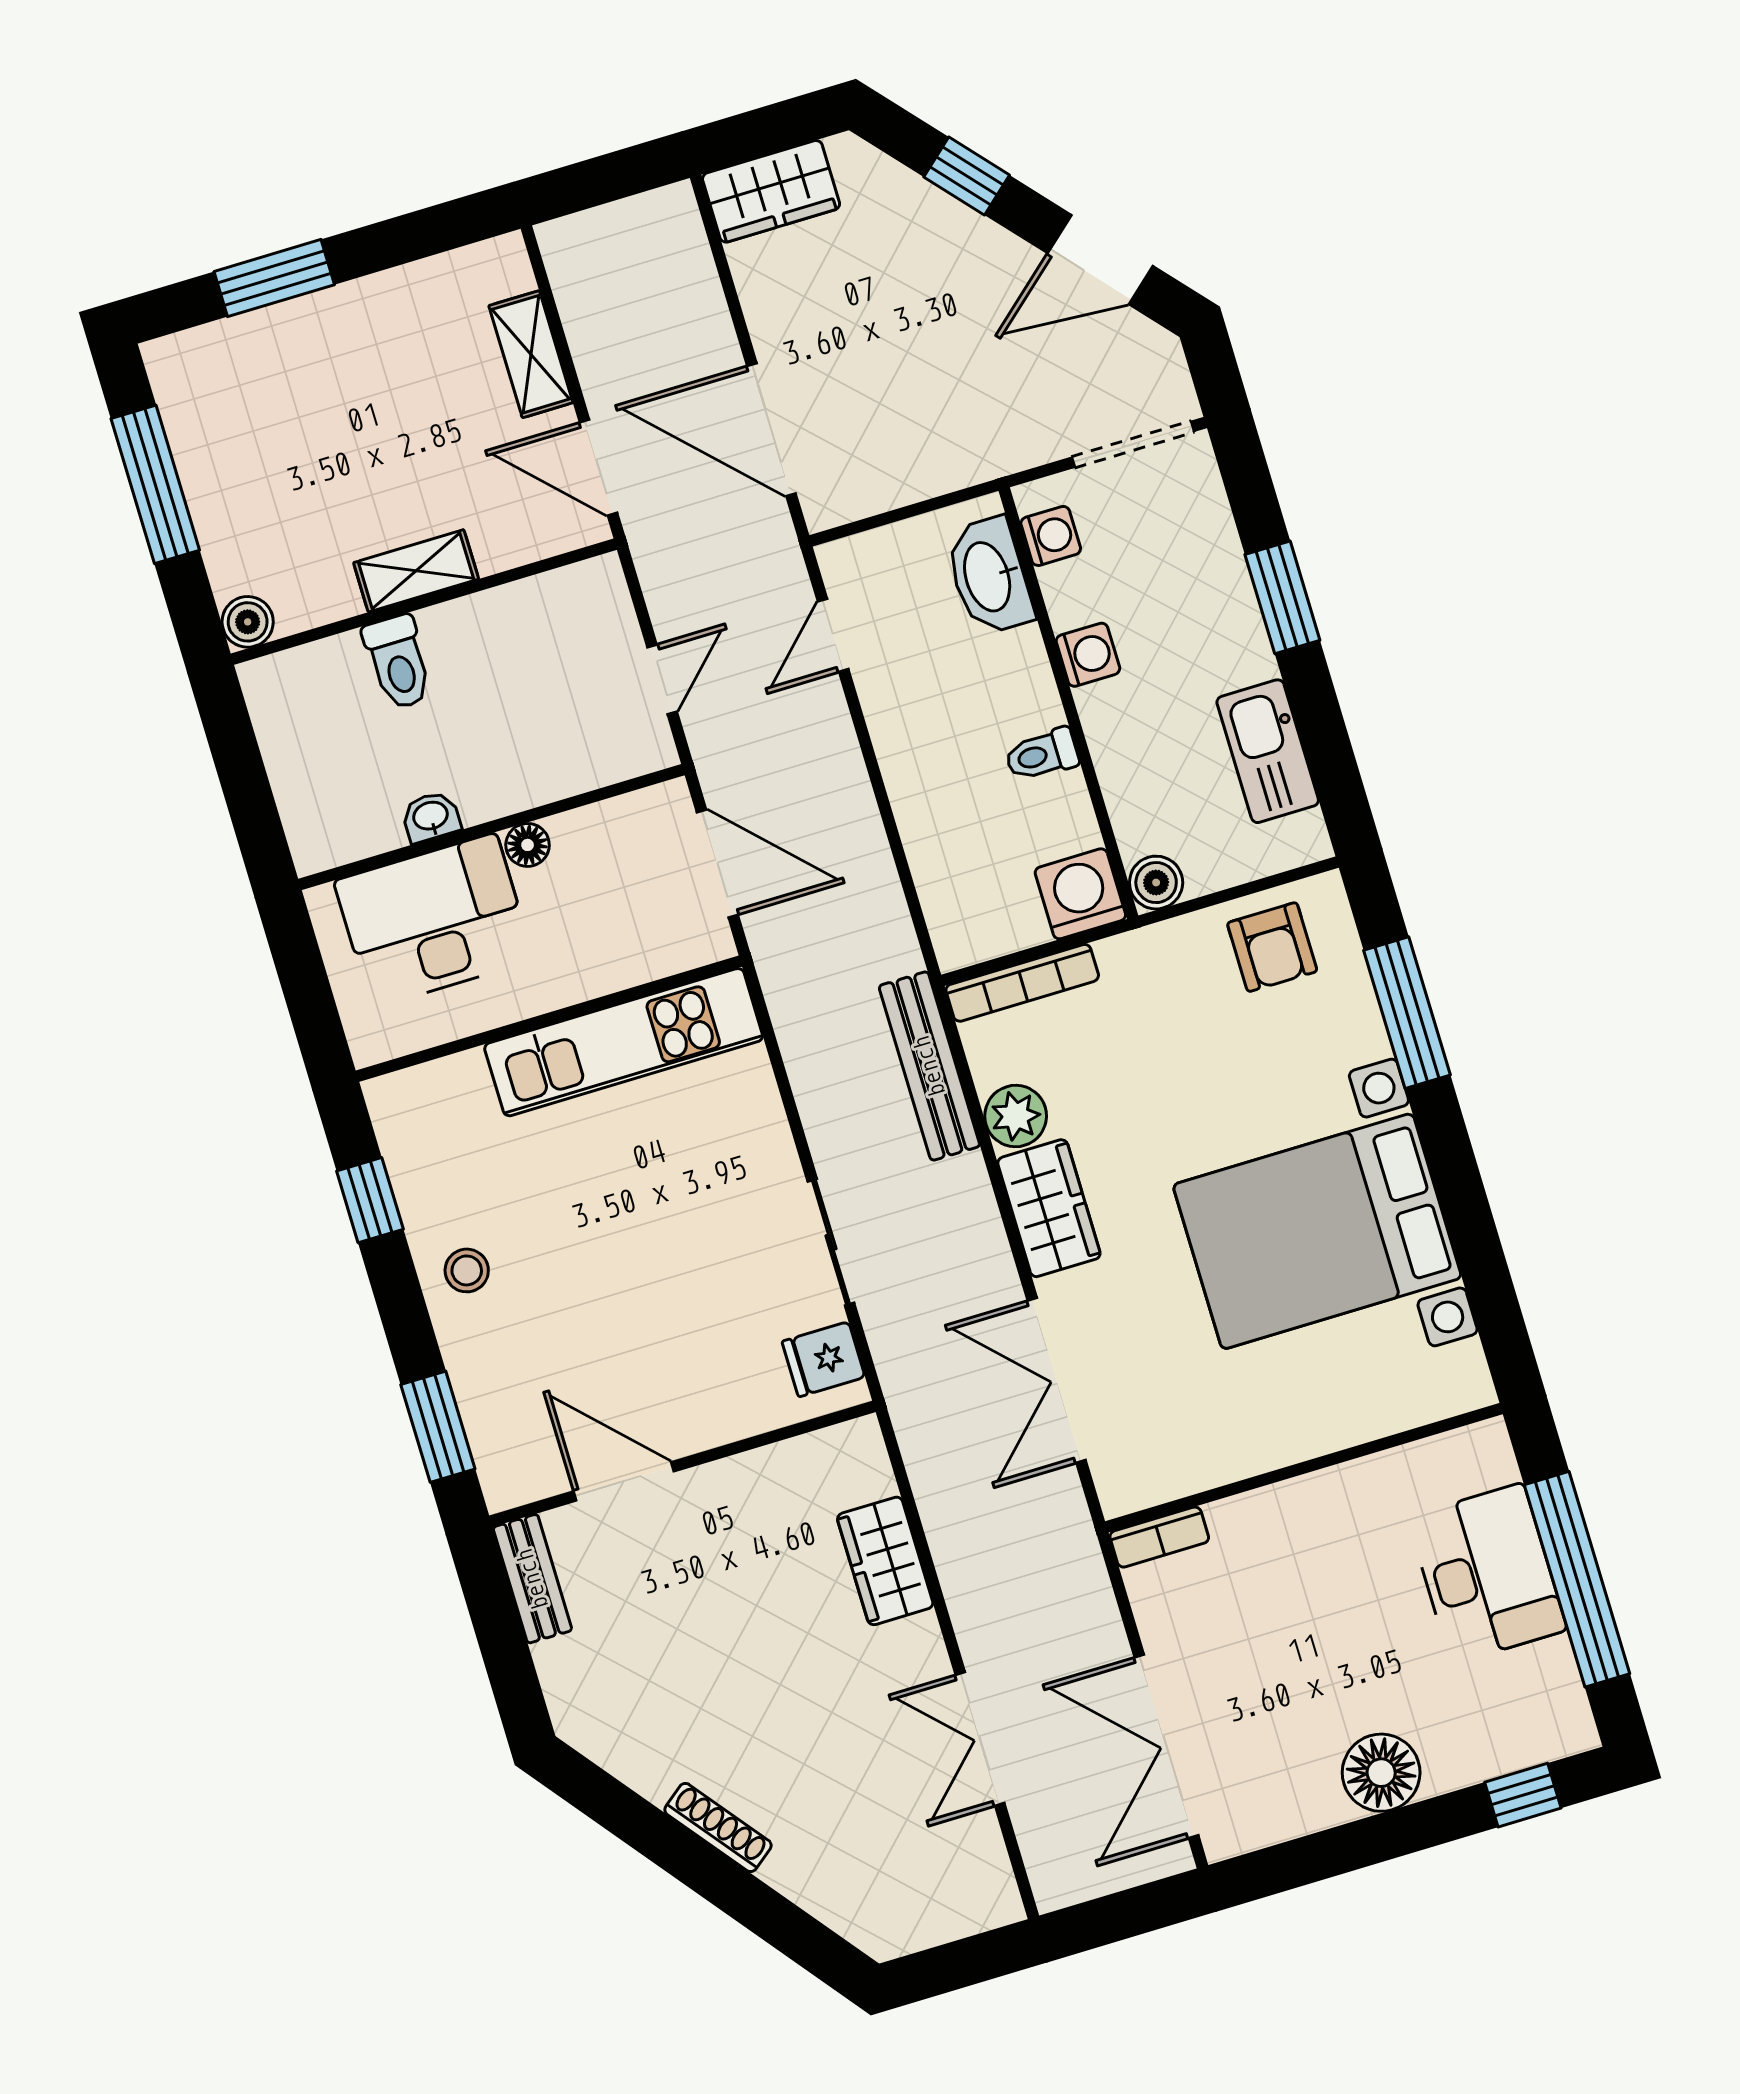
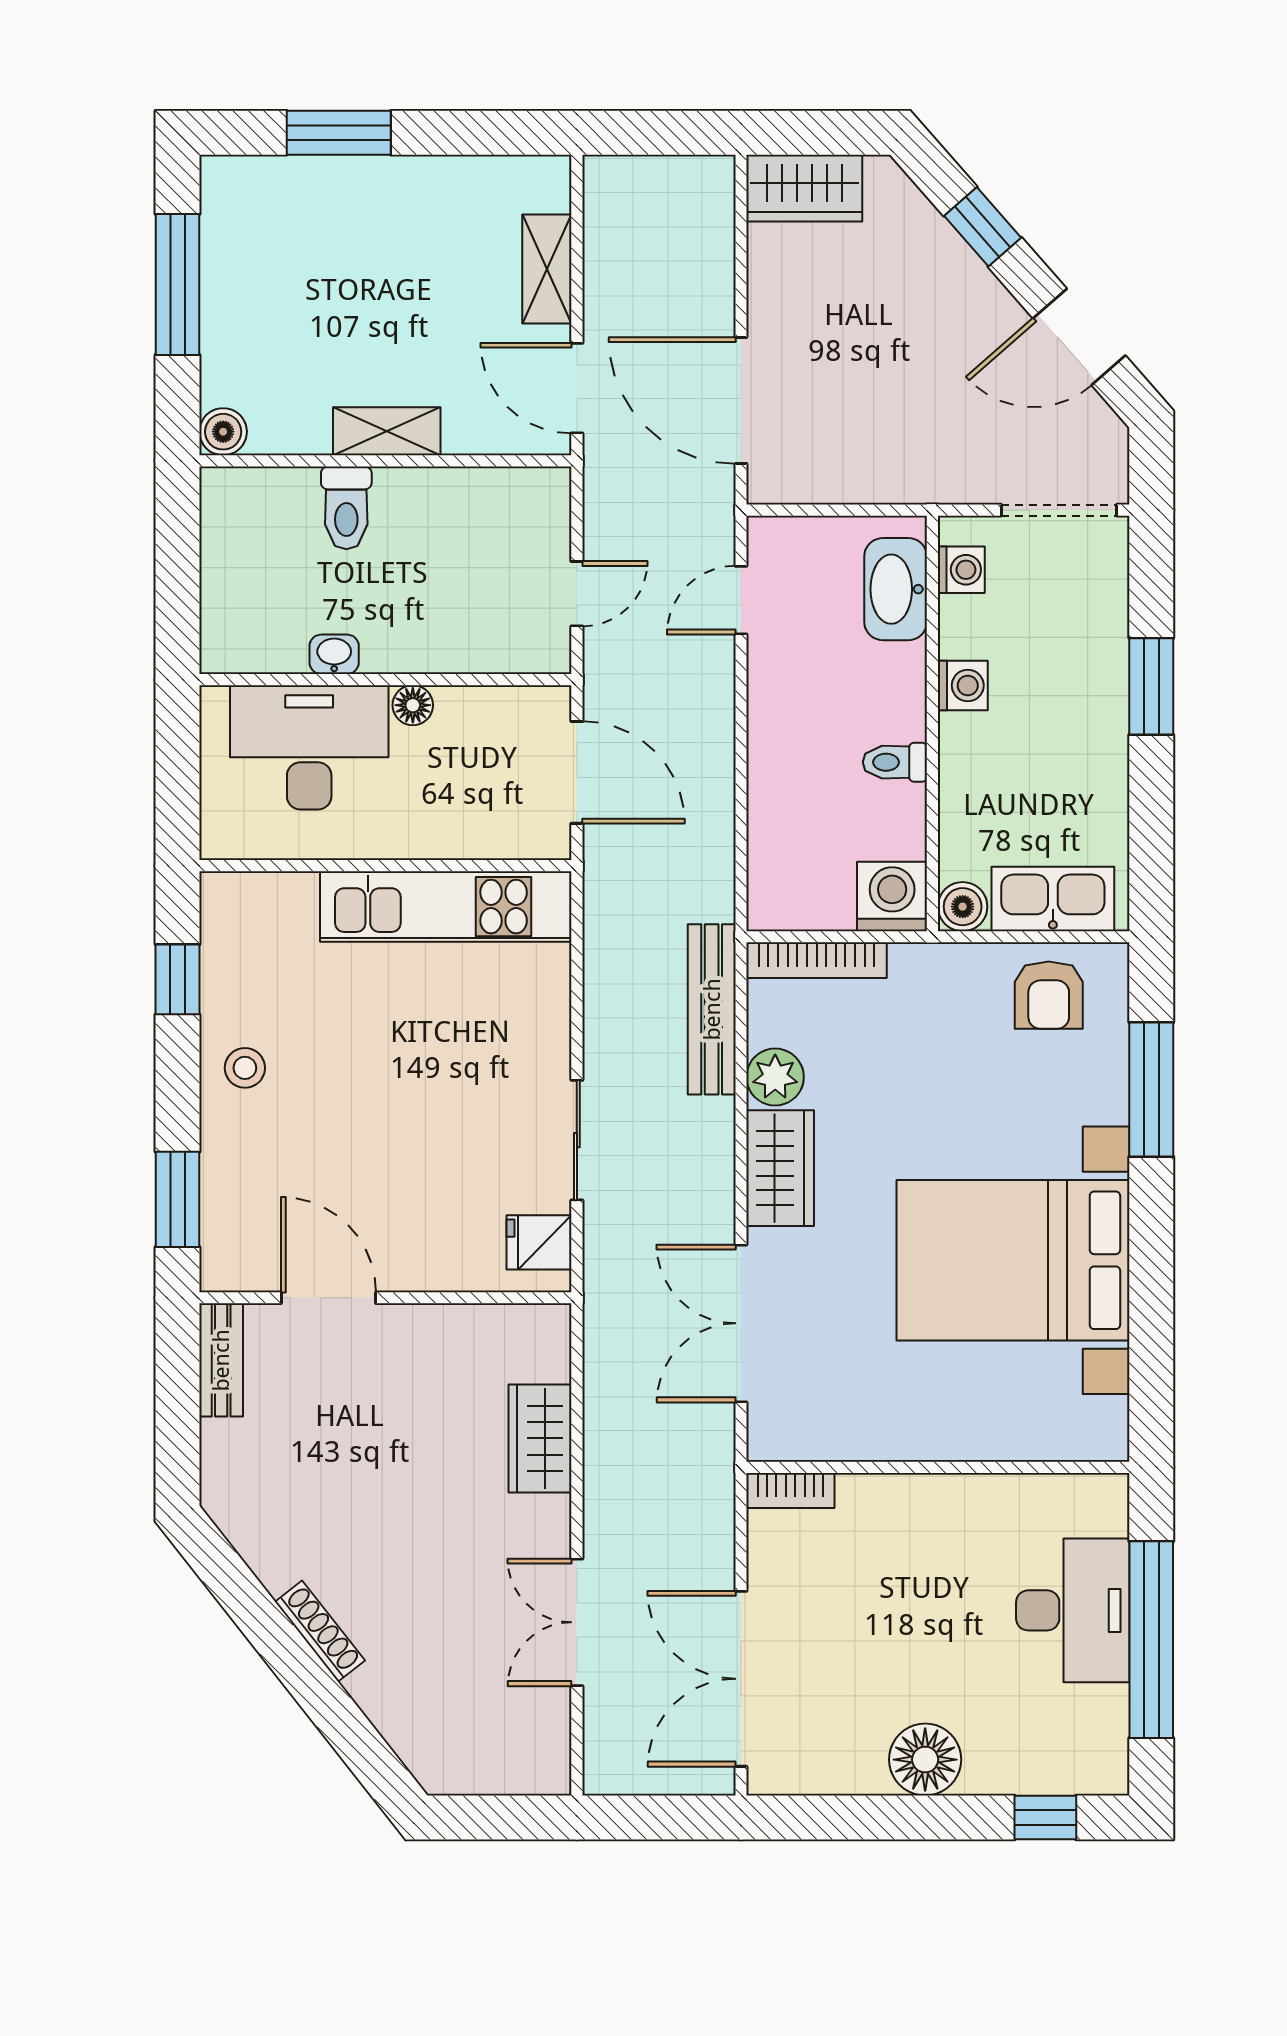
kitchen sink: (1268, 751) -> (1053, 899), moved, turned 90

